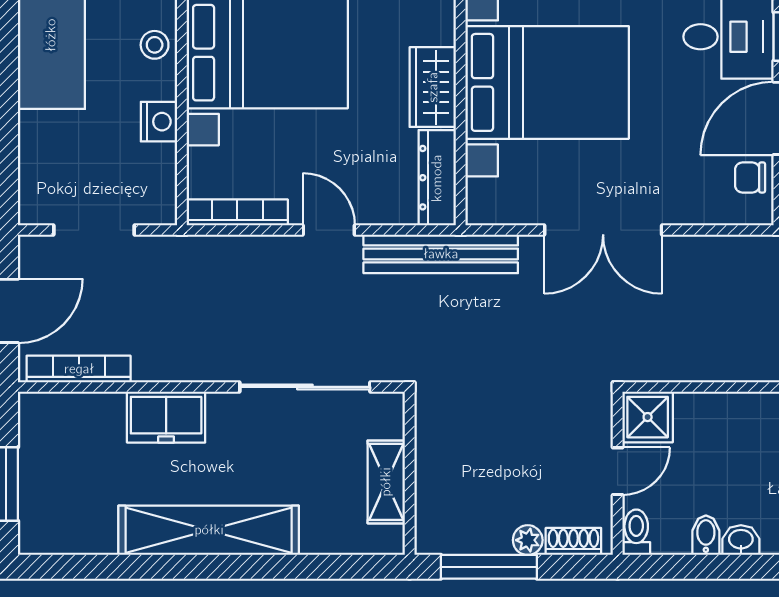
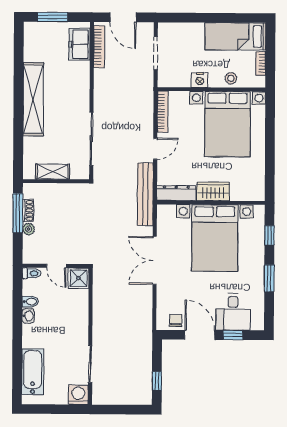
freezer: (166, 417) -> (80, 44), moved
shoe rack: (573, 541) -> (28, 210), moved

